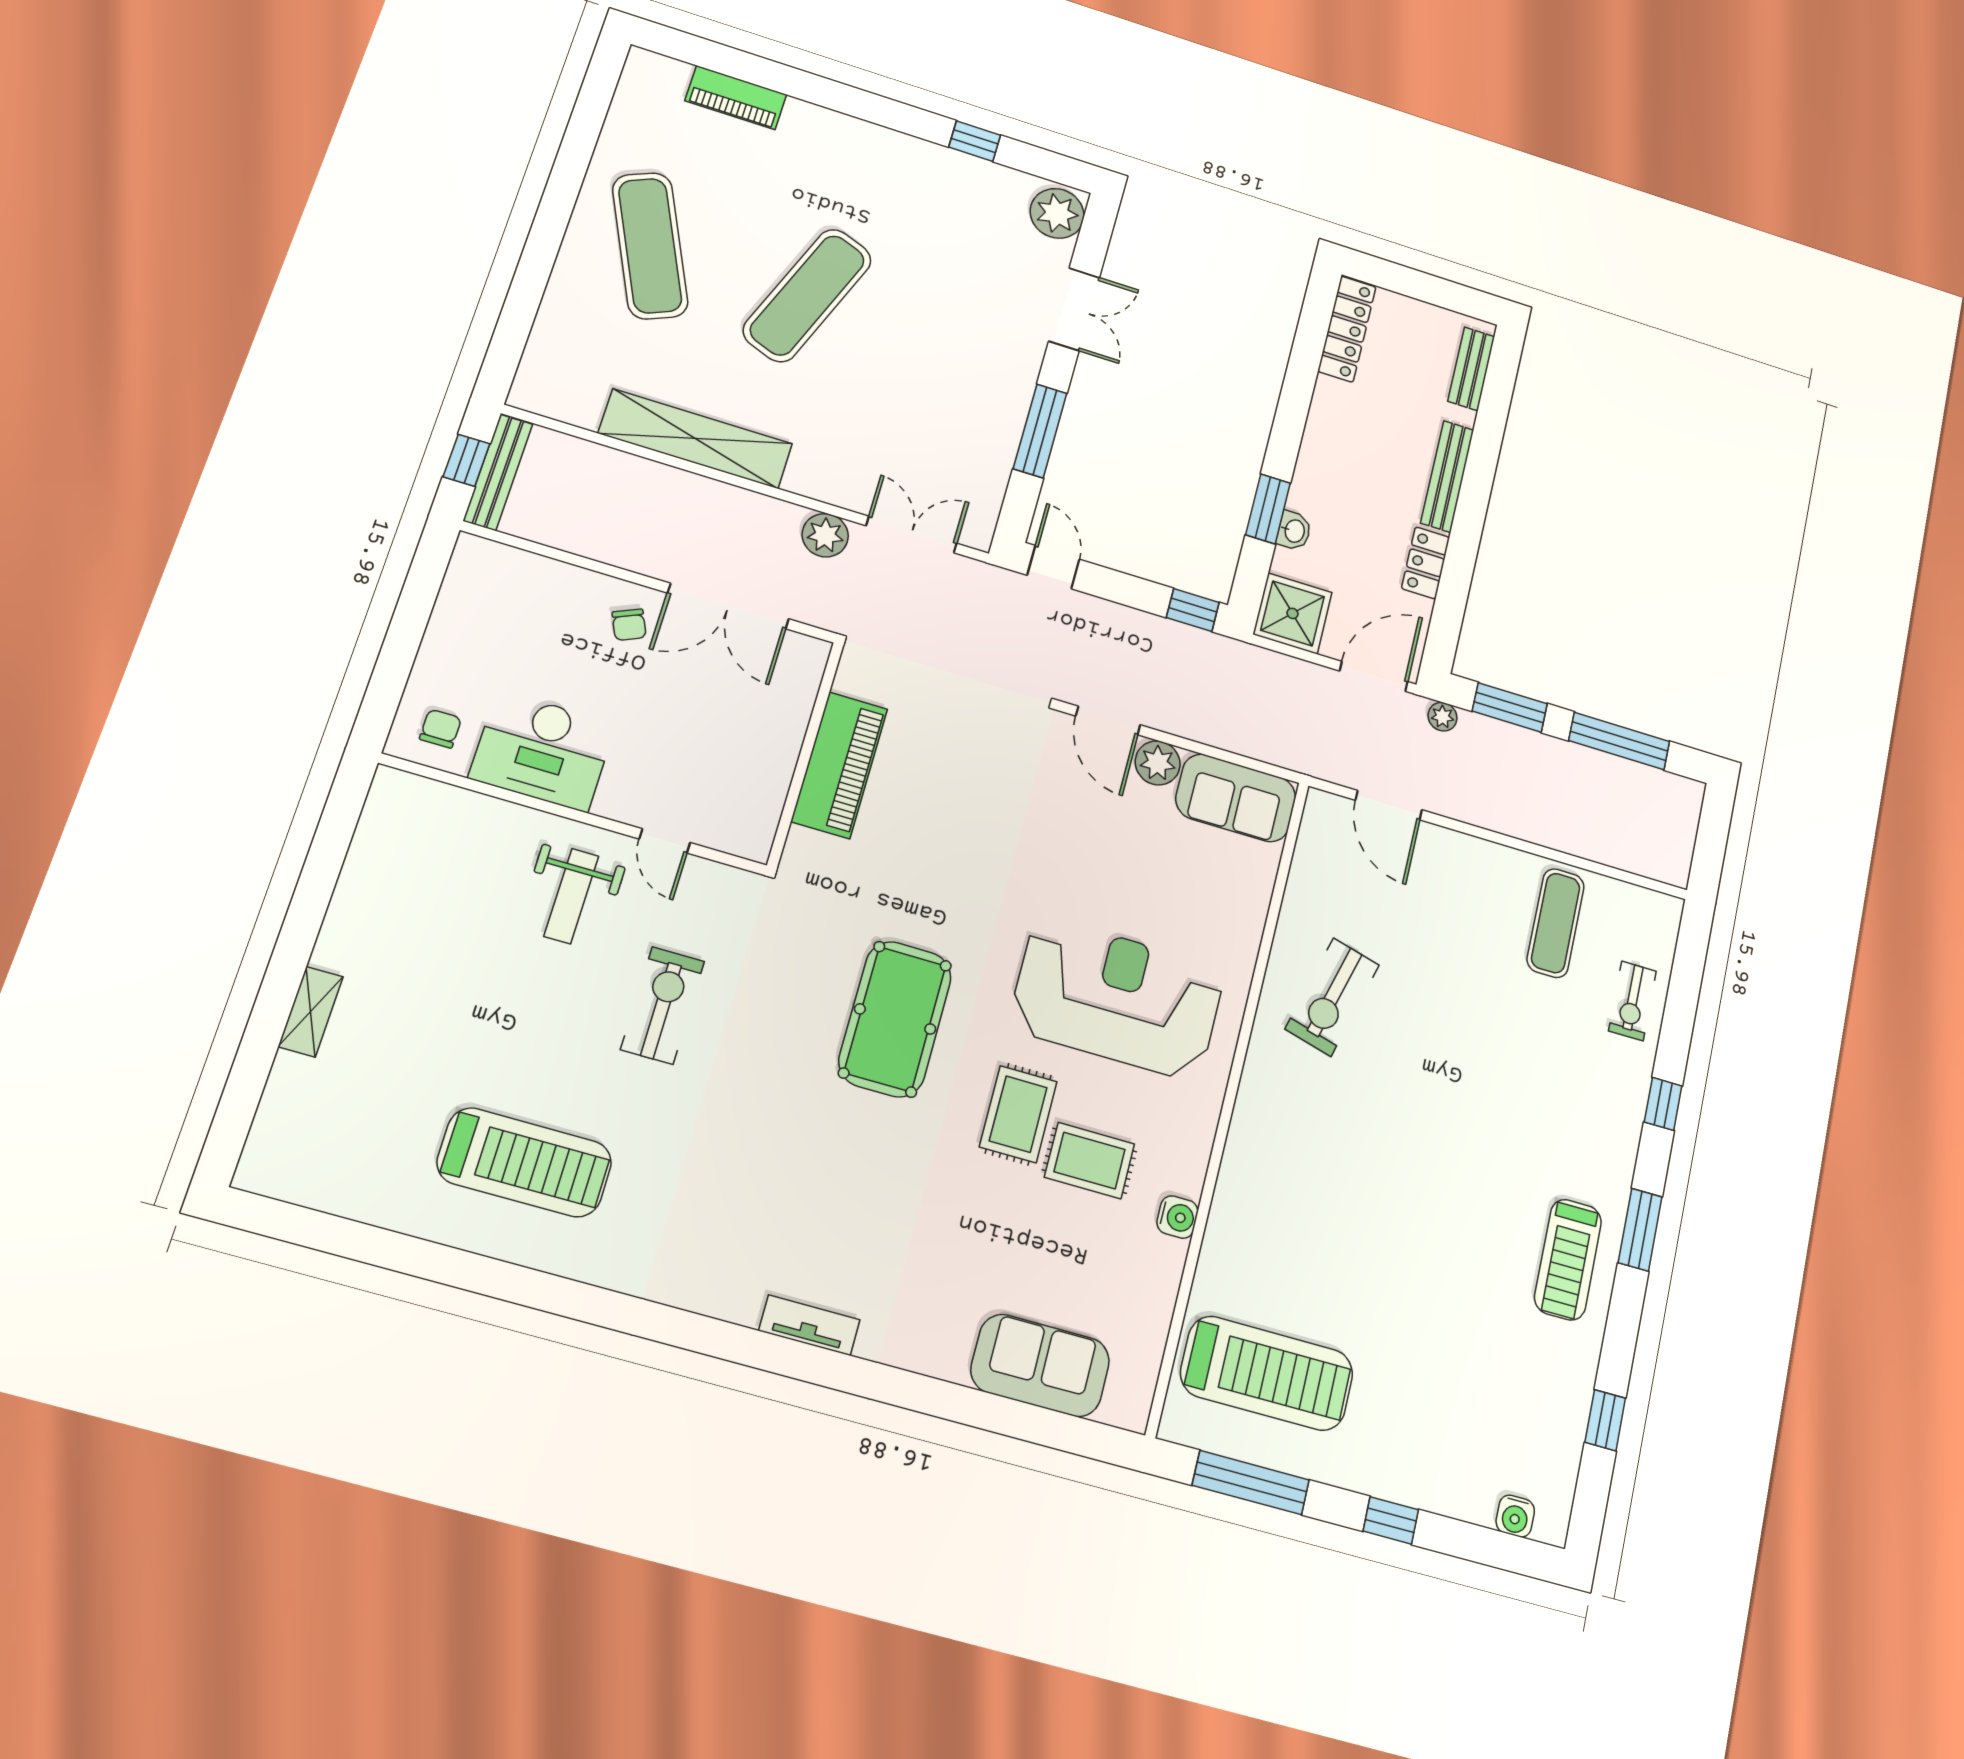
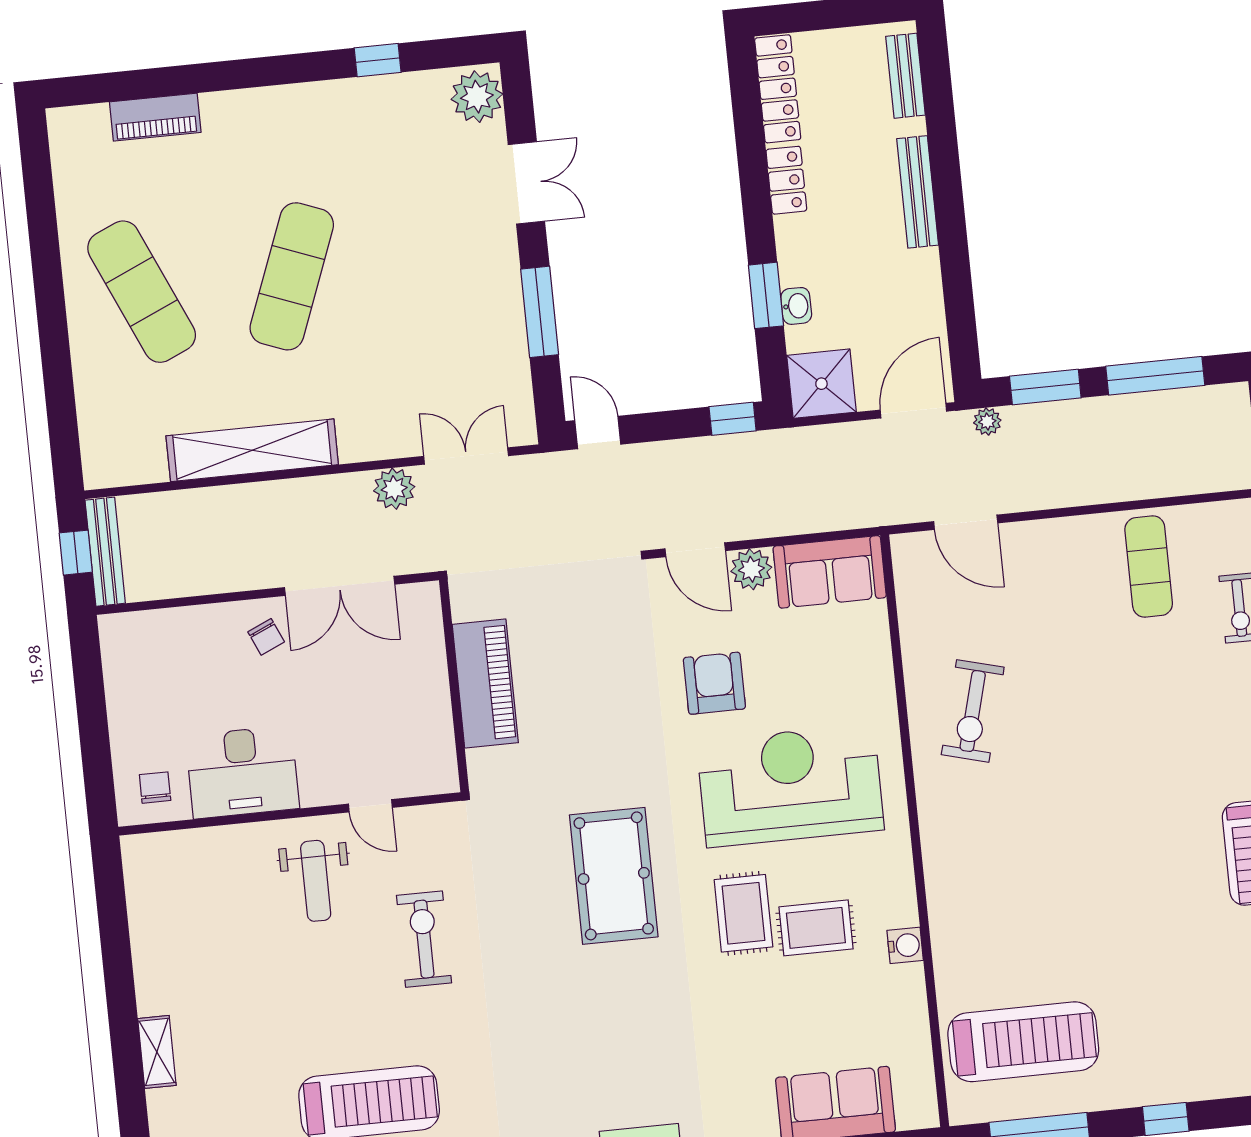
locker: (1426, 563) -> (786, 180), moved, turned 180
armchair: (1077, 861) -> (714, 683), added

